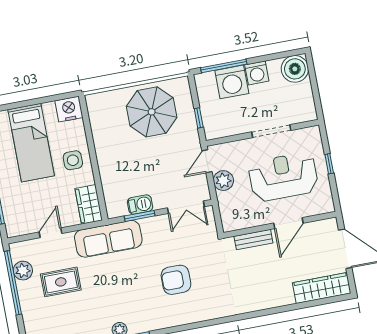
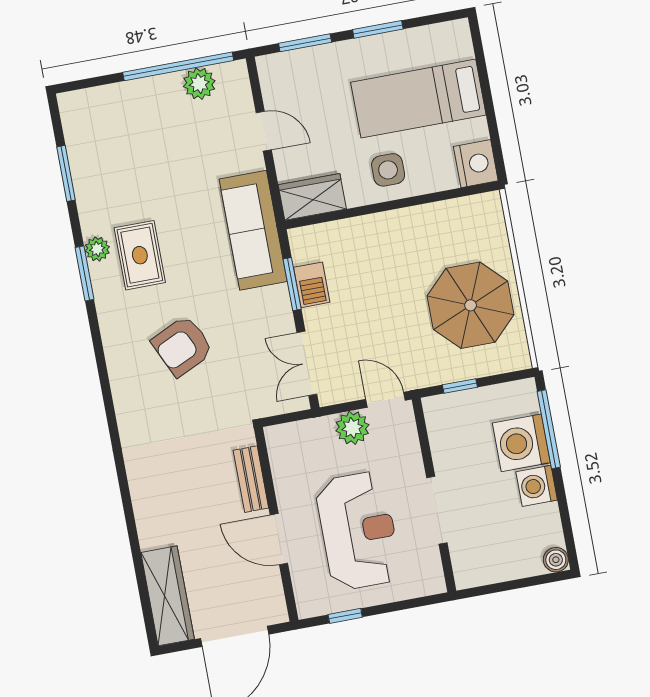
boiler: (295, 69) -> (556, 560), width x0.54, depth x0.54
window: (329, 164) -> (345, 616), moved
armchair: (176, 280) -> (182, 346), turned -115
rug: (61, 282) -> (140, 255), moved

